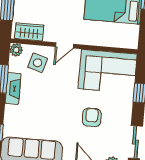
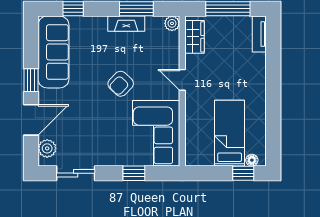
side table: (38, 63) -> (159, 50), removed
armchair: (92, 117) -> (121, 84), moved, turned 134

